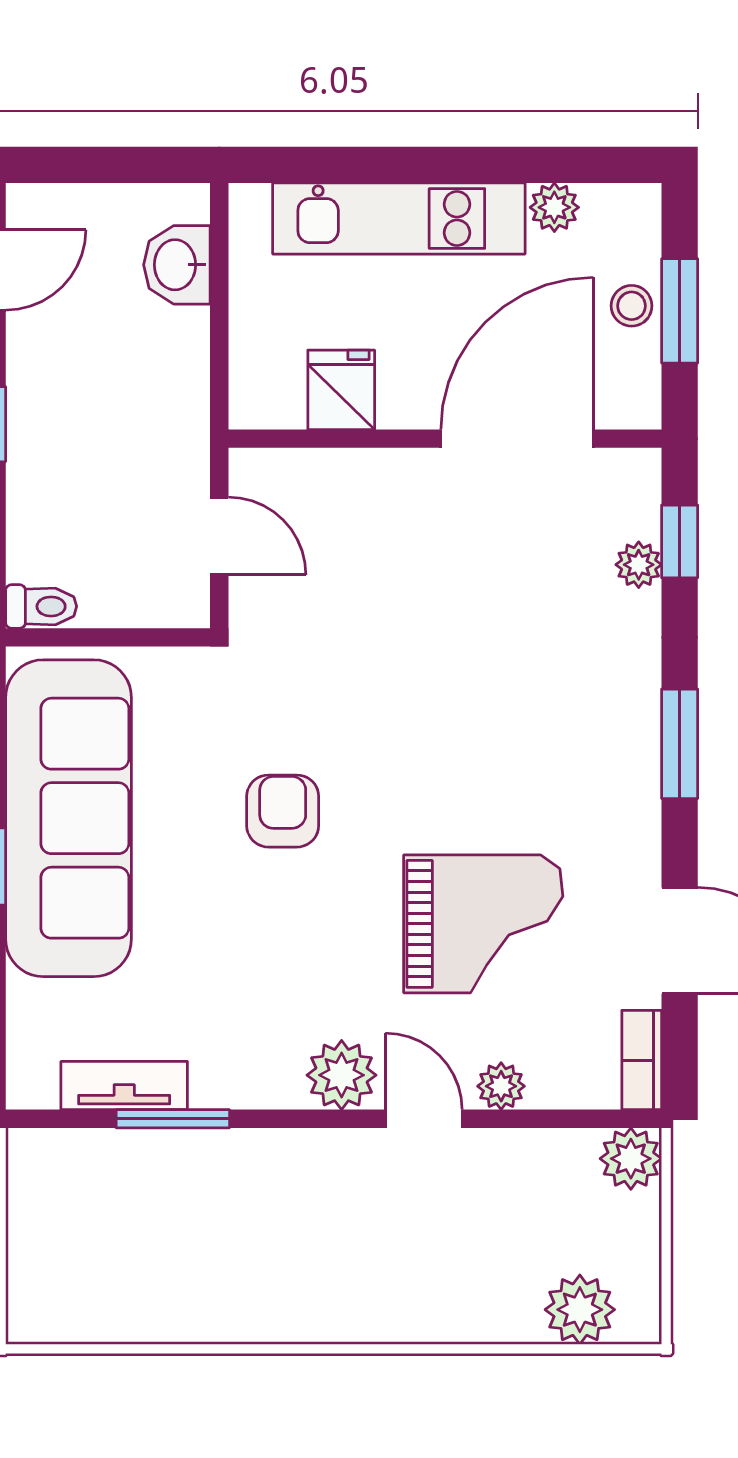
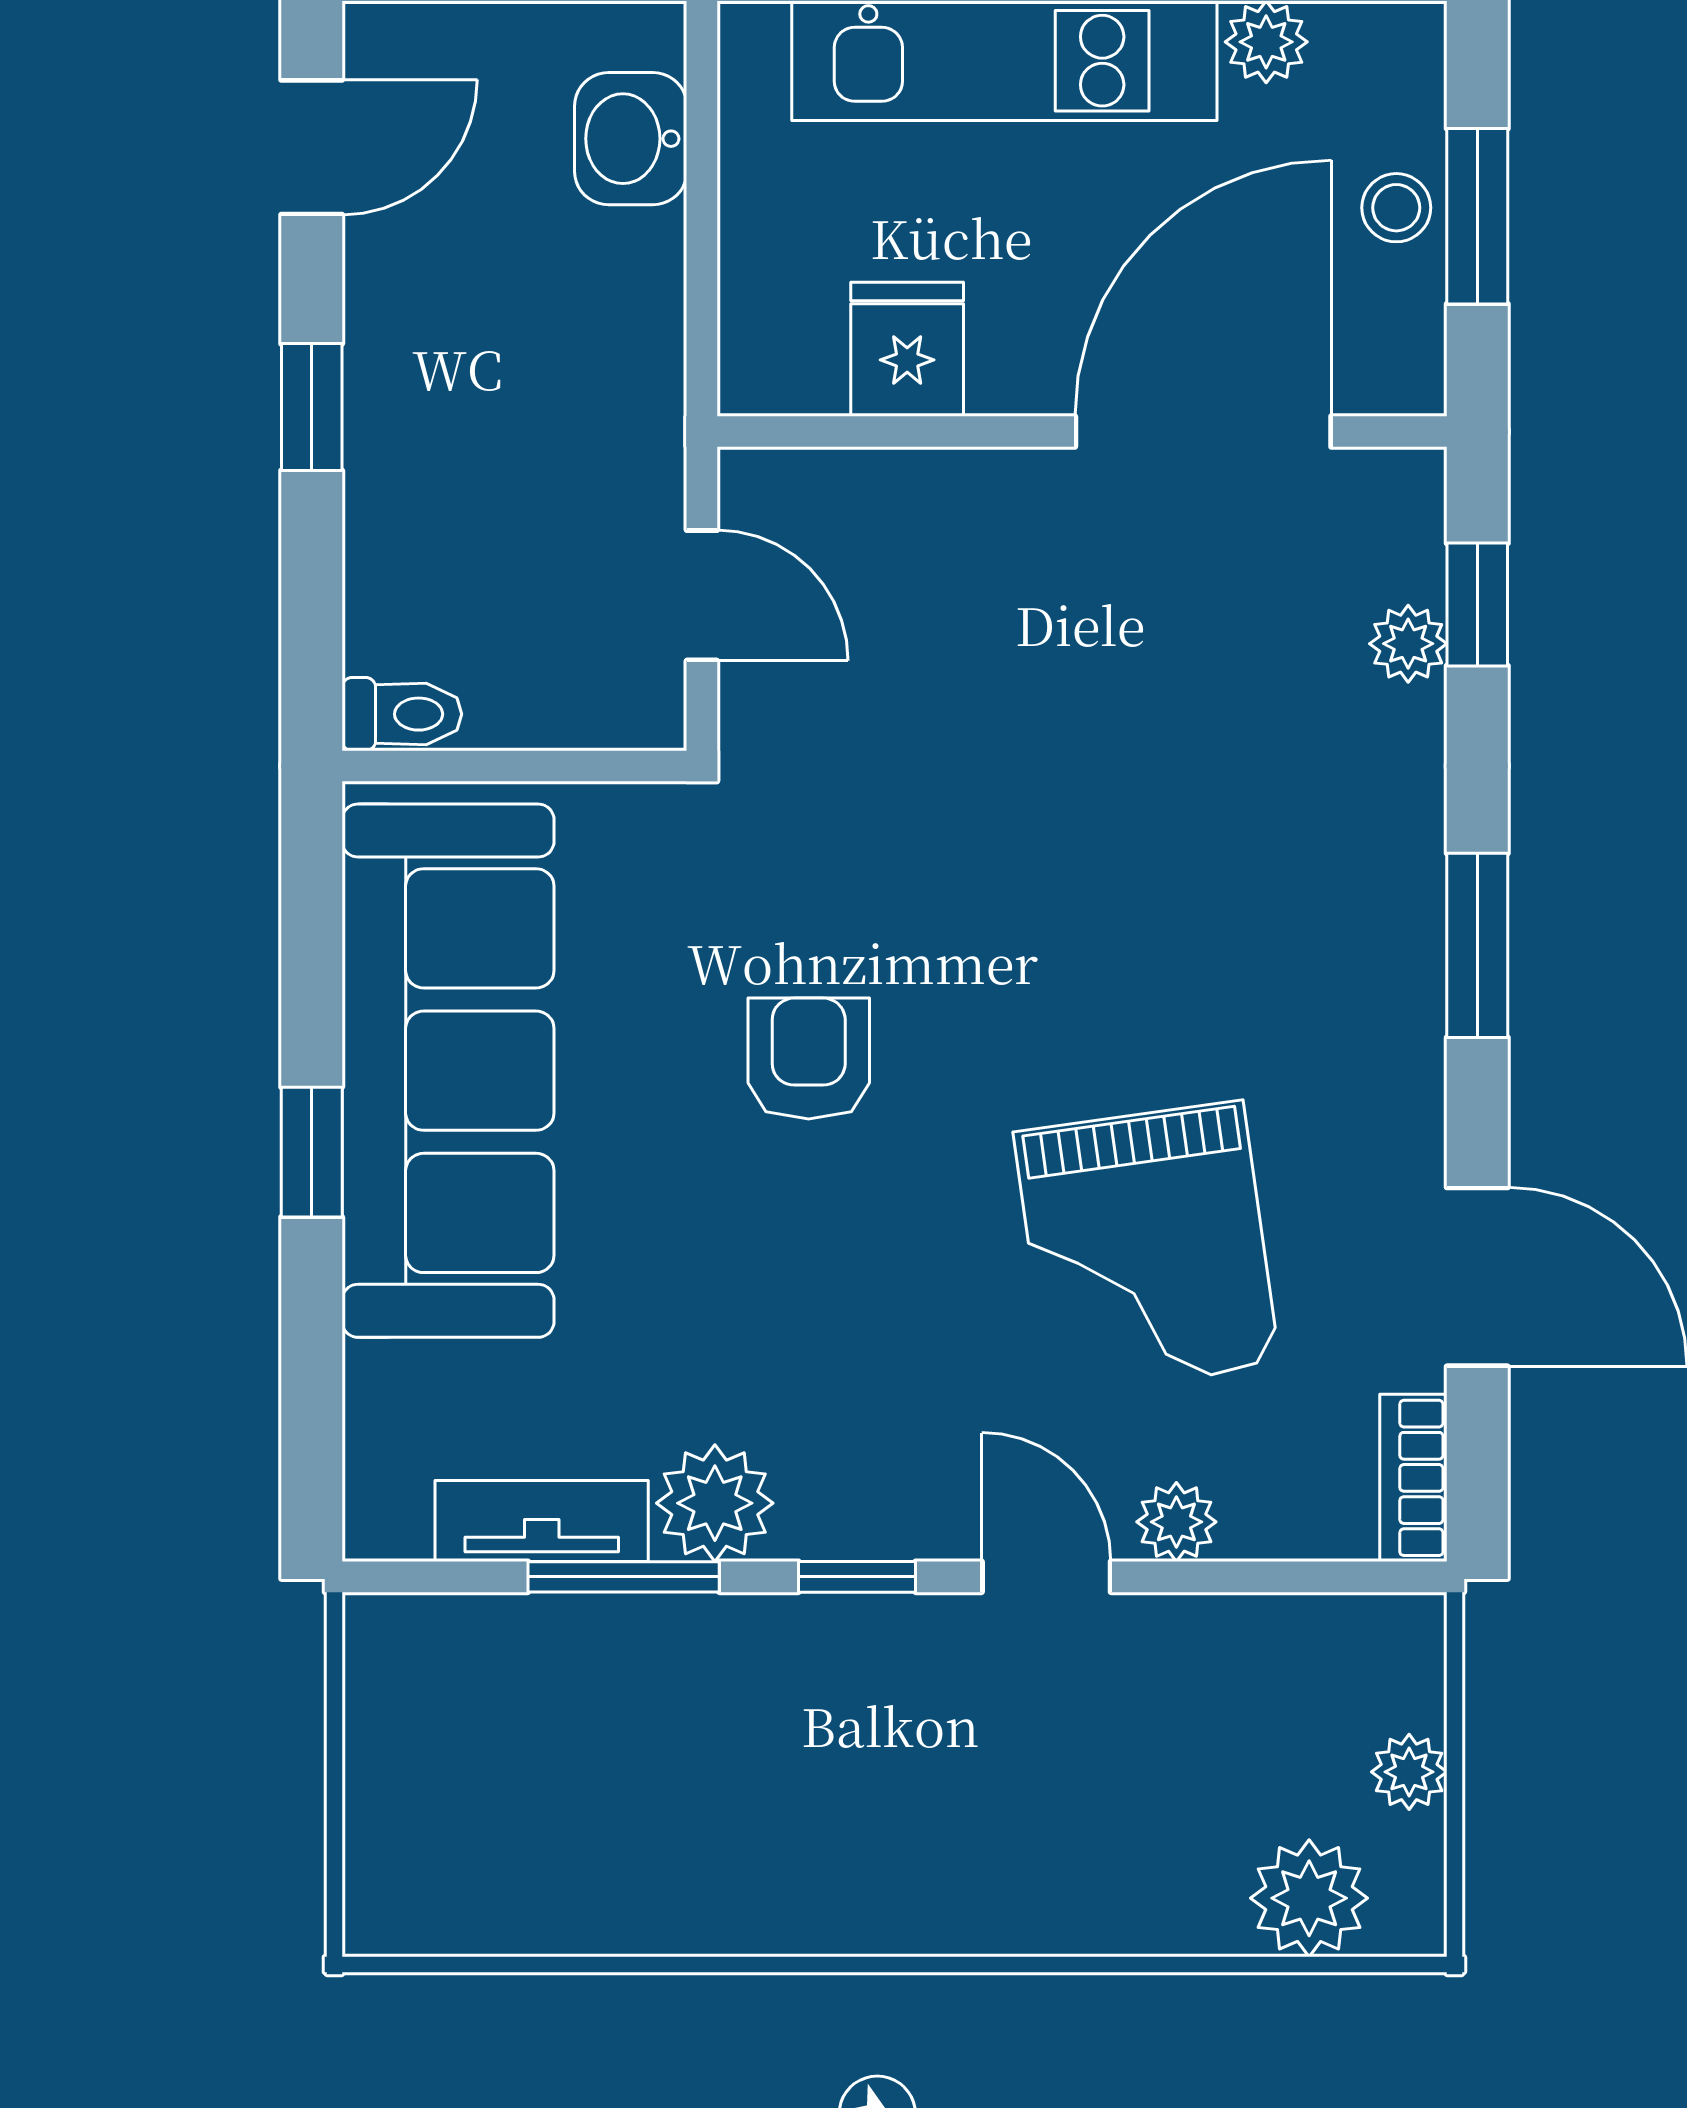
grand piano: (483, 924) -> (1147, 1249), turned 82
plant: (342, 1075) -> (715, 1503), moved
window: (311, 1119) -> (857, 1577), added
plant: (631, 1159) -> (1409, 1772), moved, width x0.73, depth x0.73

